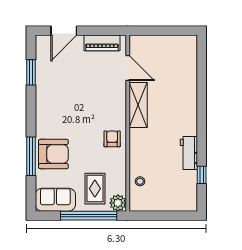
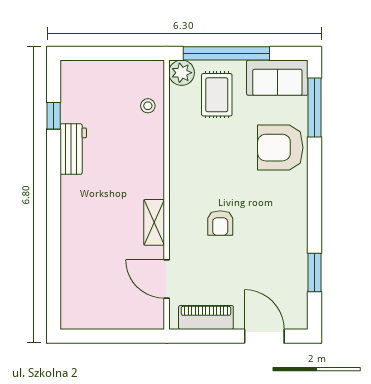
door: (64, 31) -> (264, 336), hinge flipped
shelving: (138, 105) -> (154, 222), width x0.67, depth x0.75
armchair: (112, 139) -> (220, 223), moved
window: (31, 156) -> (315, 107), moved

